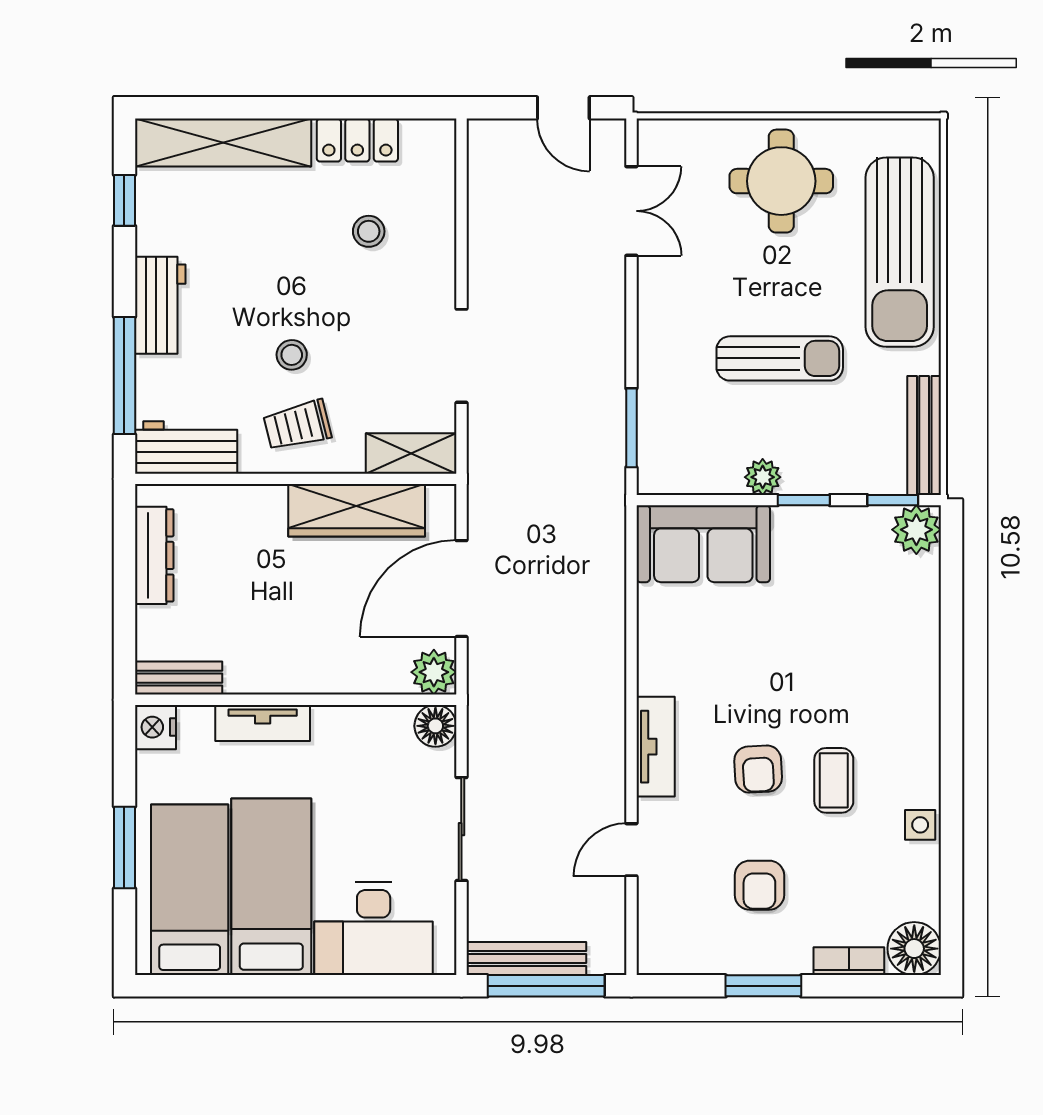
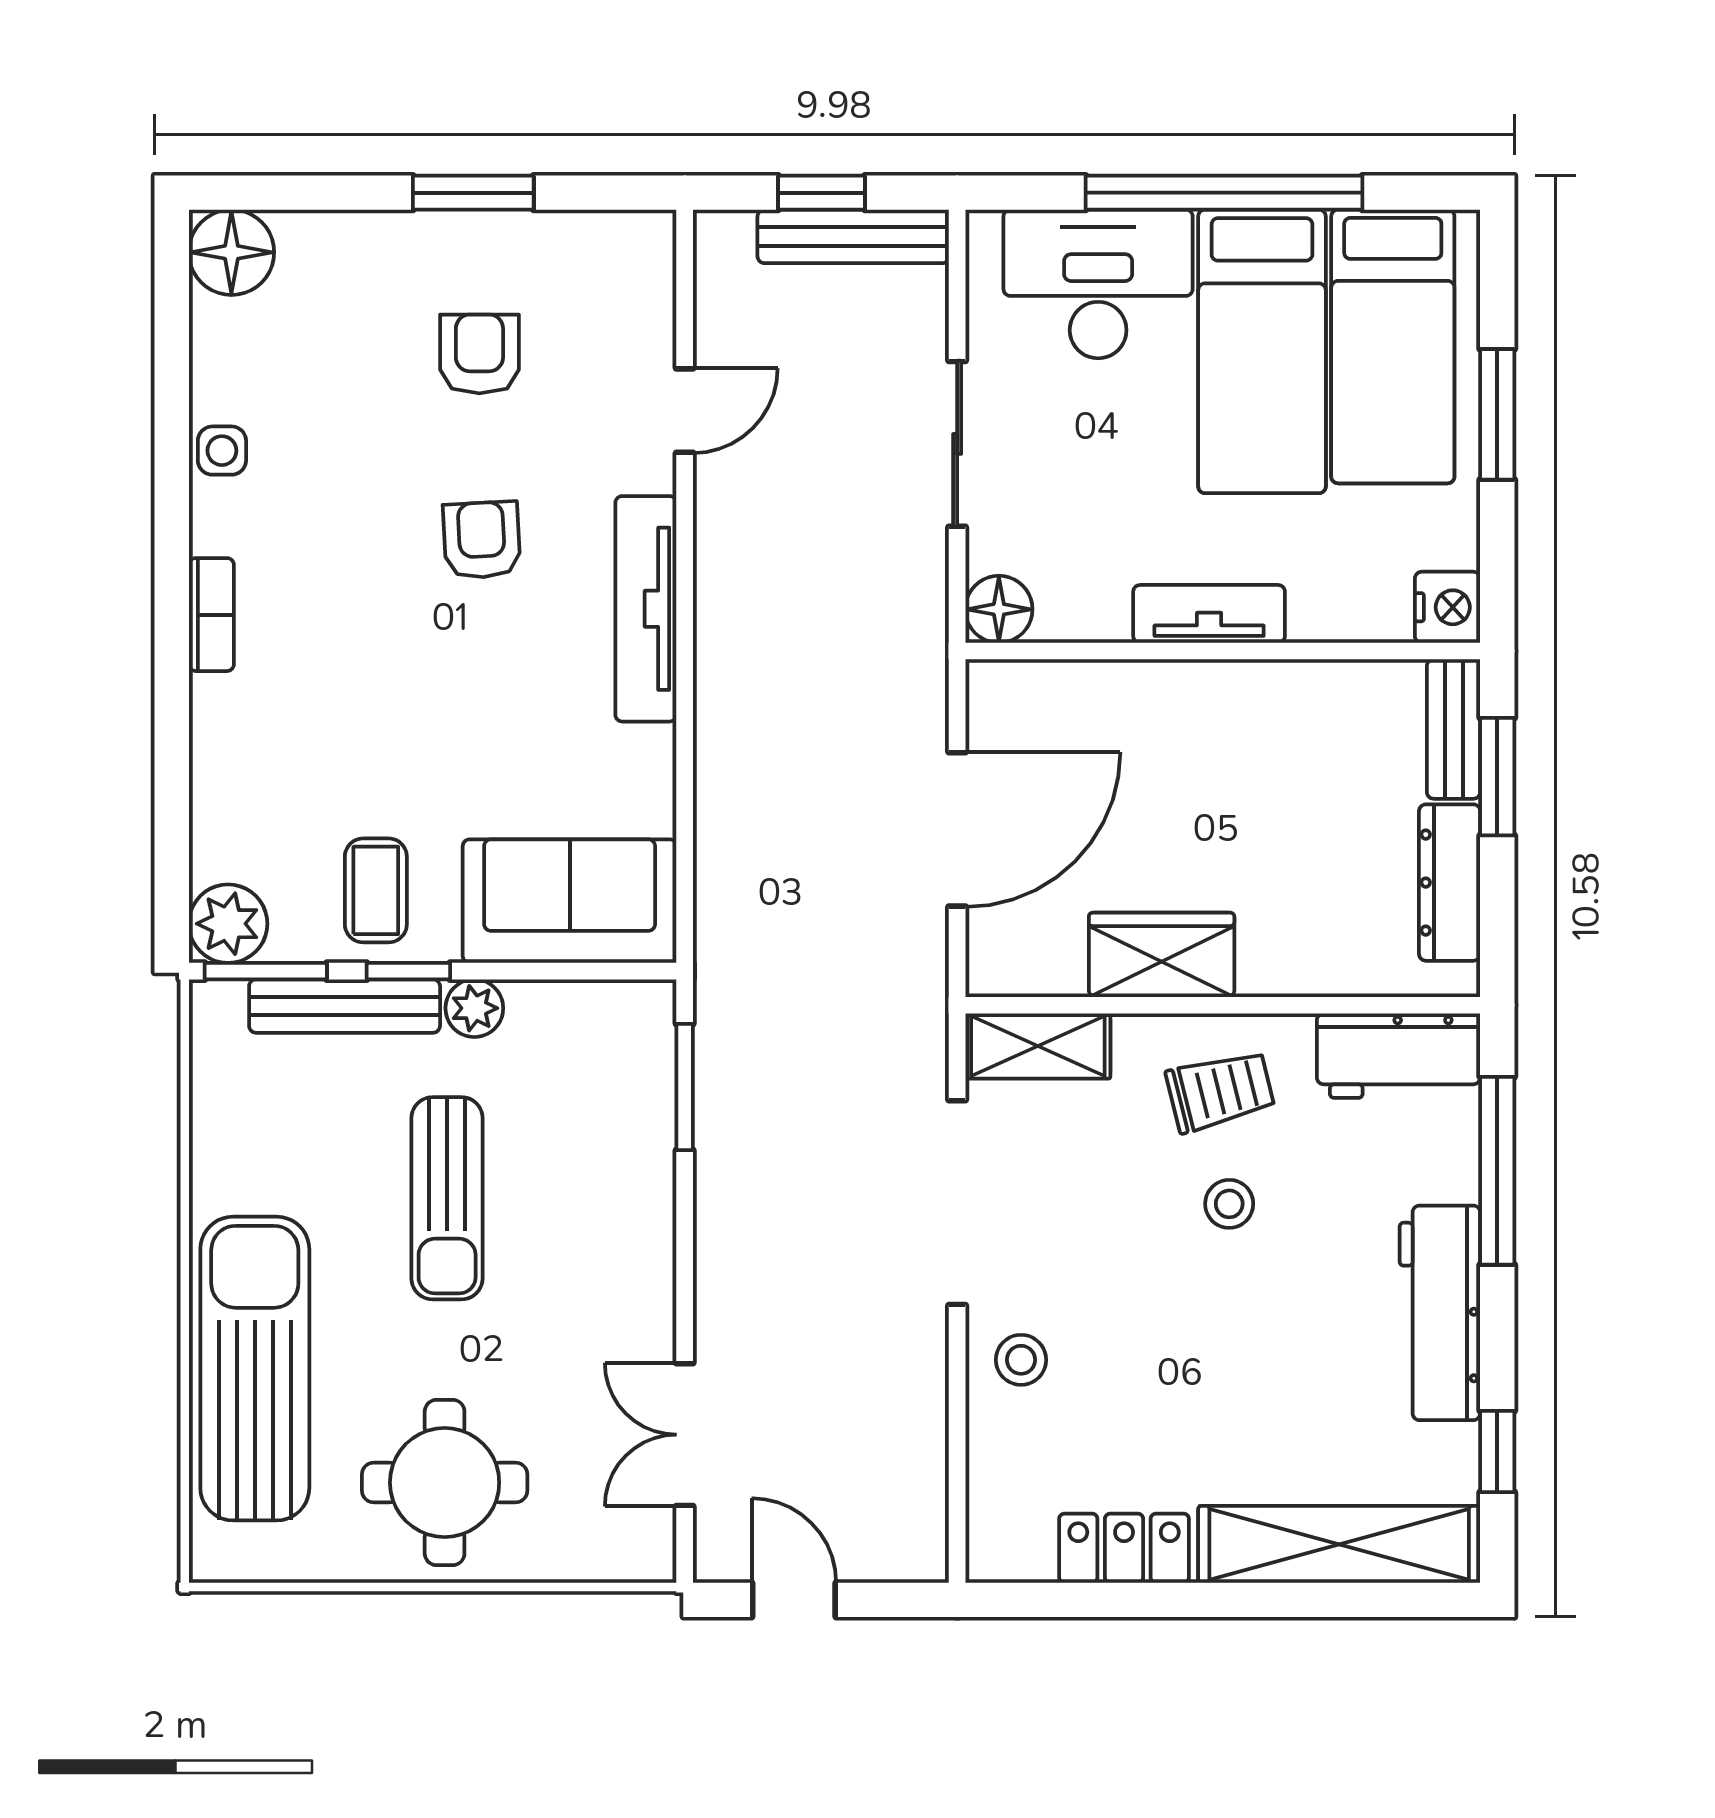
stool: (369, 231) -> (1021, 1360), moved
workbench: (160, 305) -> (1440, 1313), width x1.37
doorway: (461, 356) -> (957, 1203), width x1.36
sun lounger: (780, 358) -> (447, 1198), turned -90
bench: (924, 435) -> (345, 1006), moved, turned 90
window: (893, 500) -> (266, 971), width x1.50
wardrobe: (357, 510) -> (1162, 955), width x0.67
window: (124, 621) -> (1497, 777), added
plant: (434, 672) -> (1002, 695), removed
bench: (179, 678) -> (1454, 729), moved, turned 90
tv unit: (263, 723) -> (1209, 614), moved
tv unit: (656, 747) -> (646, 609), width x1.41
coffee table: (834, 780) -> (376, 890), moved
bookcase: (849, 961) -> (211, 615), moved, turned -90
window: (295, 986) -> (1224, 193), added
window: (546, 986) -> (821, 193), width x0.46

